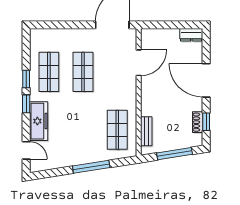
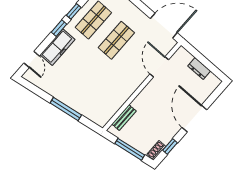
dresser: (191, 35) -> (199, 68), moved
door: (139, 63) -> (159, 67), swing flipped
shoe rack: (198, 122) -> (156, 150), moved
shop shelf: (117, 130) -> (105, 99), removed

